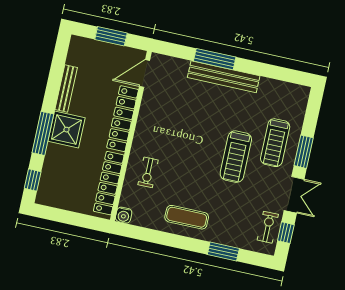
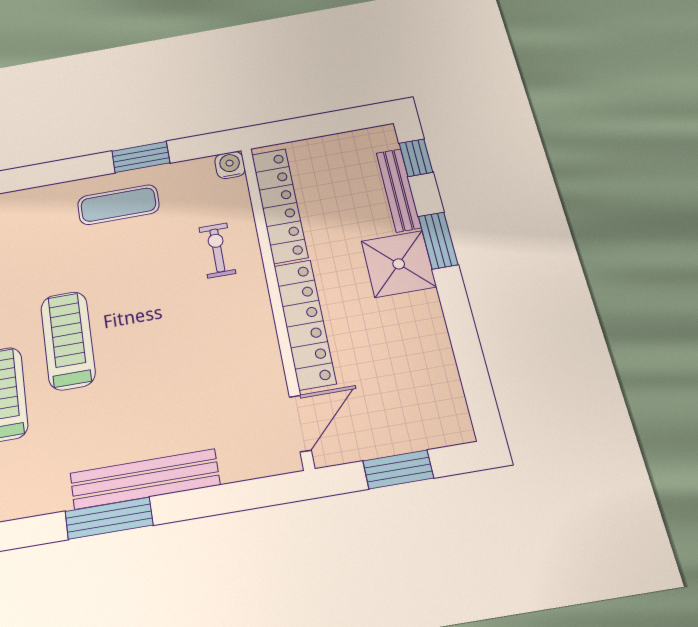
window: (215, 59) -> (109, 518), moved
bench: (66, 88) -> (398, 190), moved
window: (43, 133) -> (438, 240), width x0.69
window: (223, 251) -> (141, 157), moved

